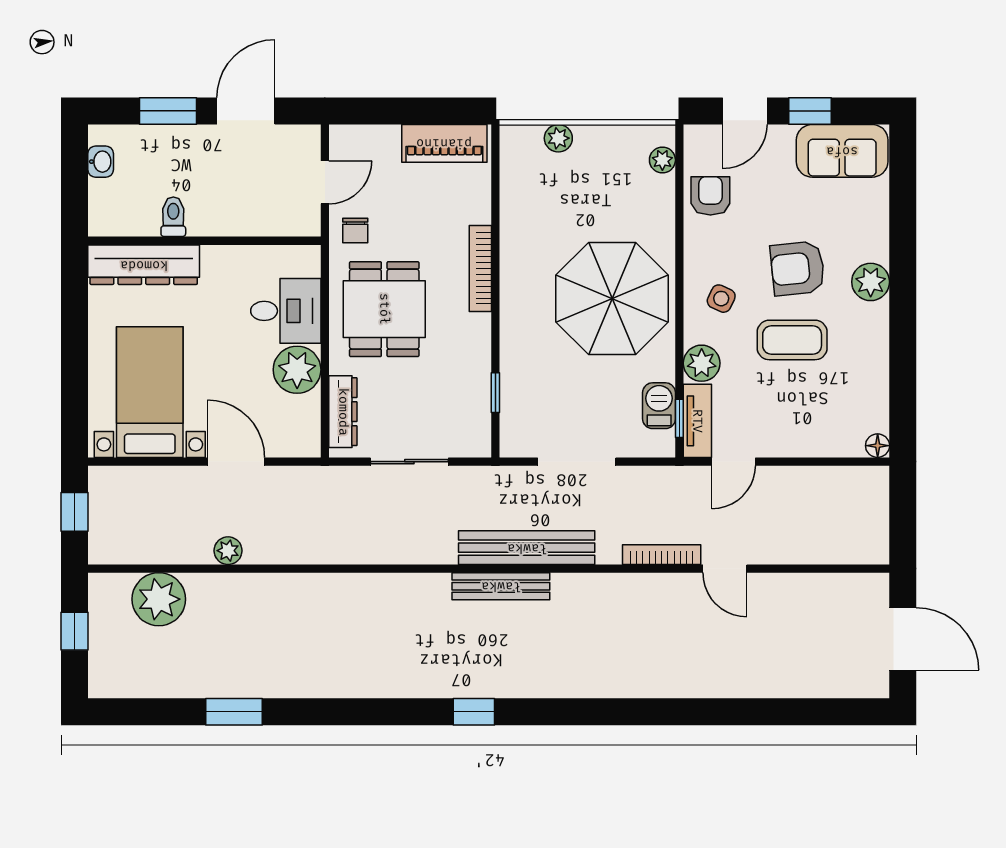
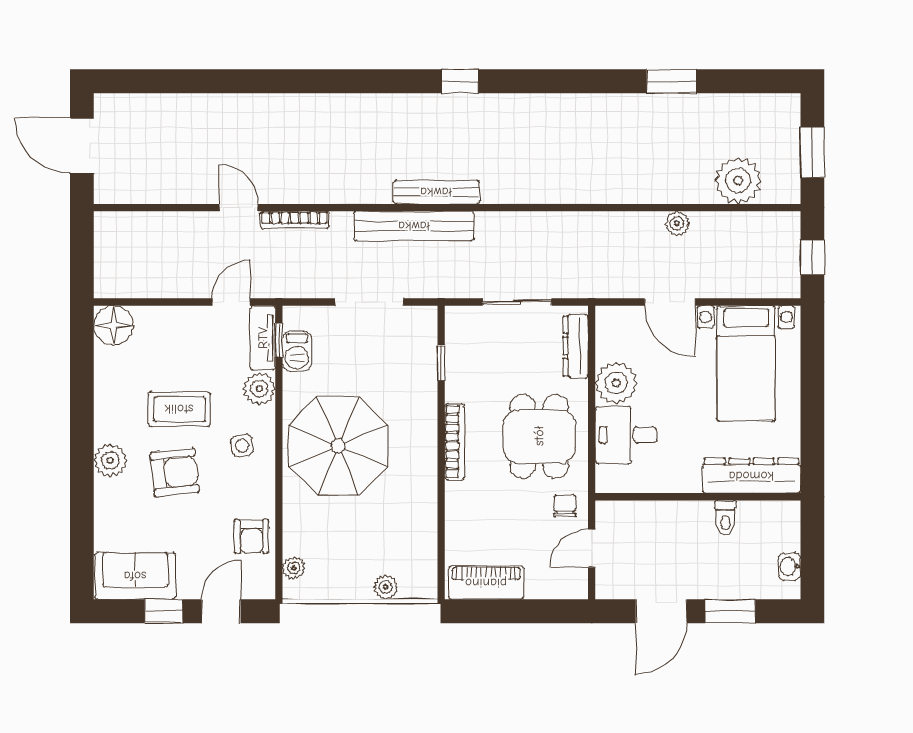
bookcase: (480, 268) -> (454, 442), moved
side table: (721, 299) -> (242, 446), turned -33
floor lamp: (878, 446) -> (113, 325), width x1.89, depth x1.89
window: (75, 631) -> (812, 152), width x1.50

